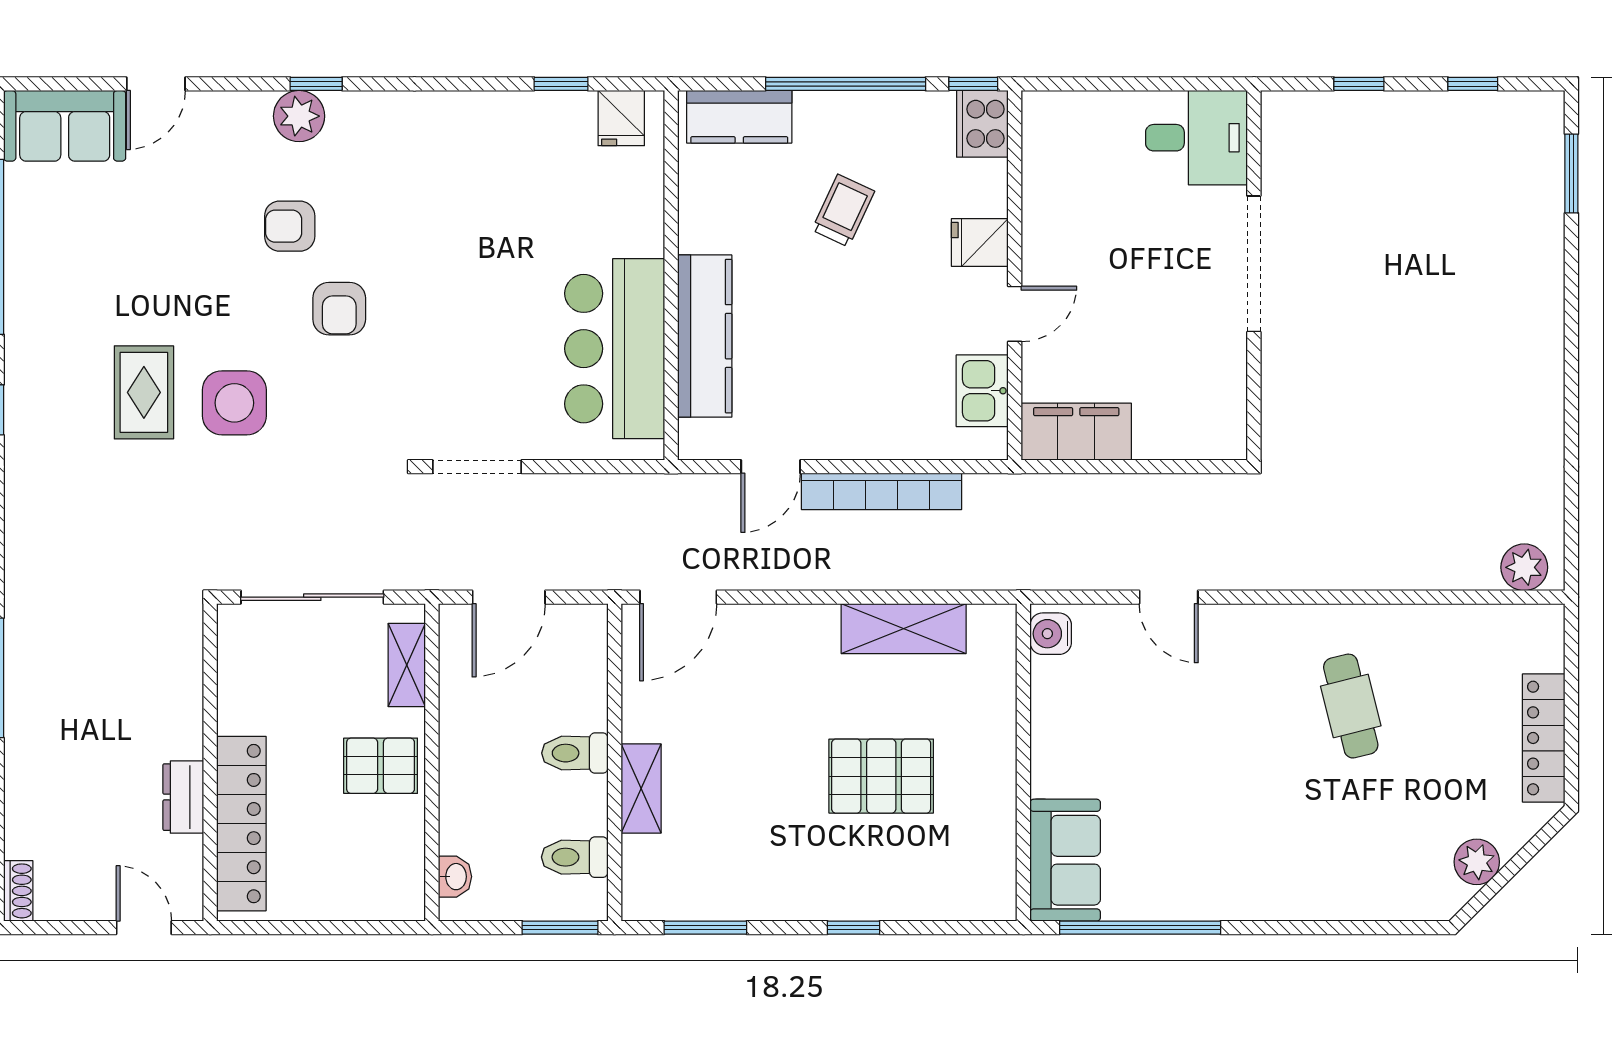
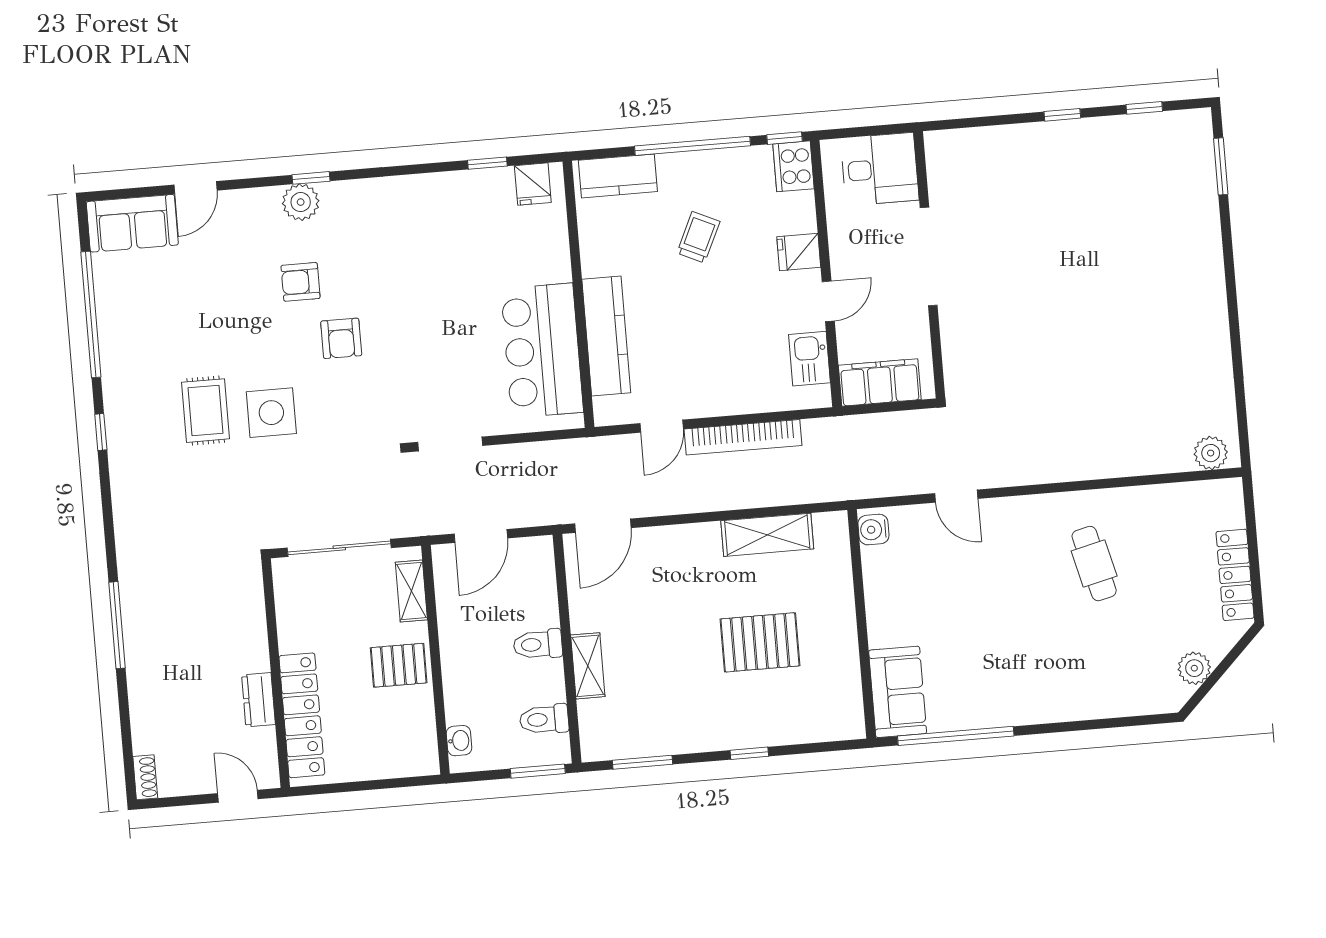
desk: (1196, 138) -> (880, 169), moved
doorway: (1254, 264) -> (929, 257), moved
wall: (1254, 275) -> (929, 265), moved

